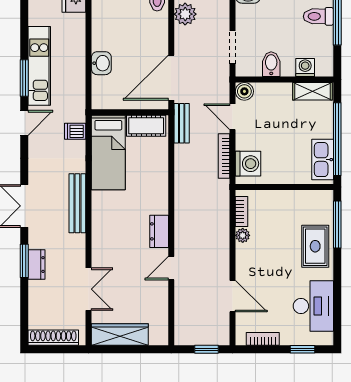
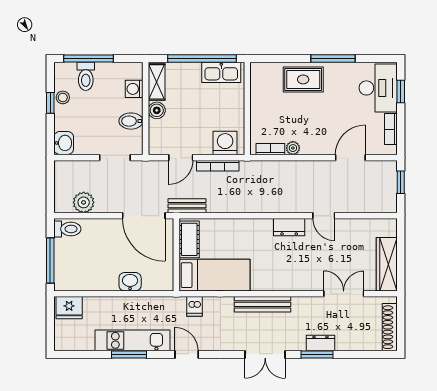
window: (24, 78) -> (129, 355), moved
boiler: (244, 91) -> (157, 110), moved
window: (337, 224) -> (333, 59), moved
desk: (313, 306) -> (378, 88), moved, turned 90

